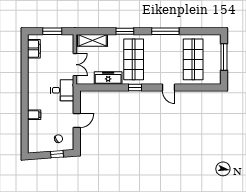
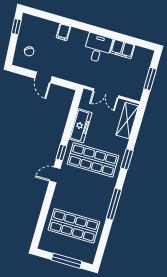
filing cabinet: (34, 49) -> (122, 49), moved
door: (169, 87) -> (55, 175), moved
desk: (62, 90) -> (98, 48), moved, turned 180
window: (57, 154) -> (16, 27), moved

